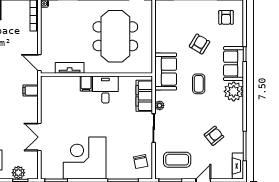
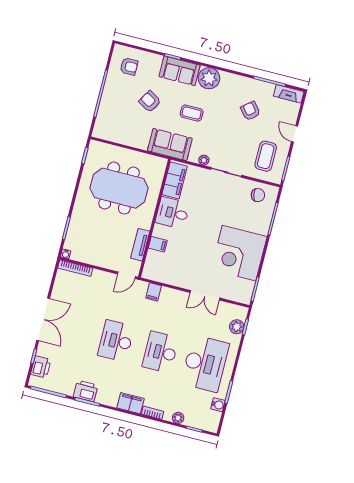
filing cabinet: (86, 83) -> (158, 244), moved
filing cabinet: (144, 96) -> (175, 180), moved, turned -90

